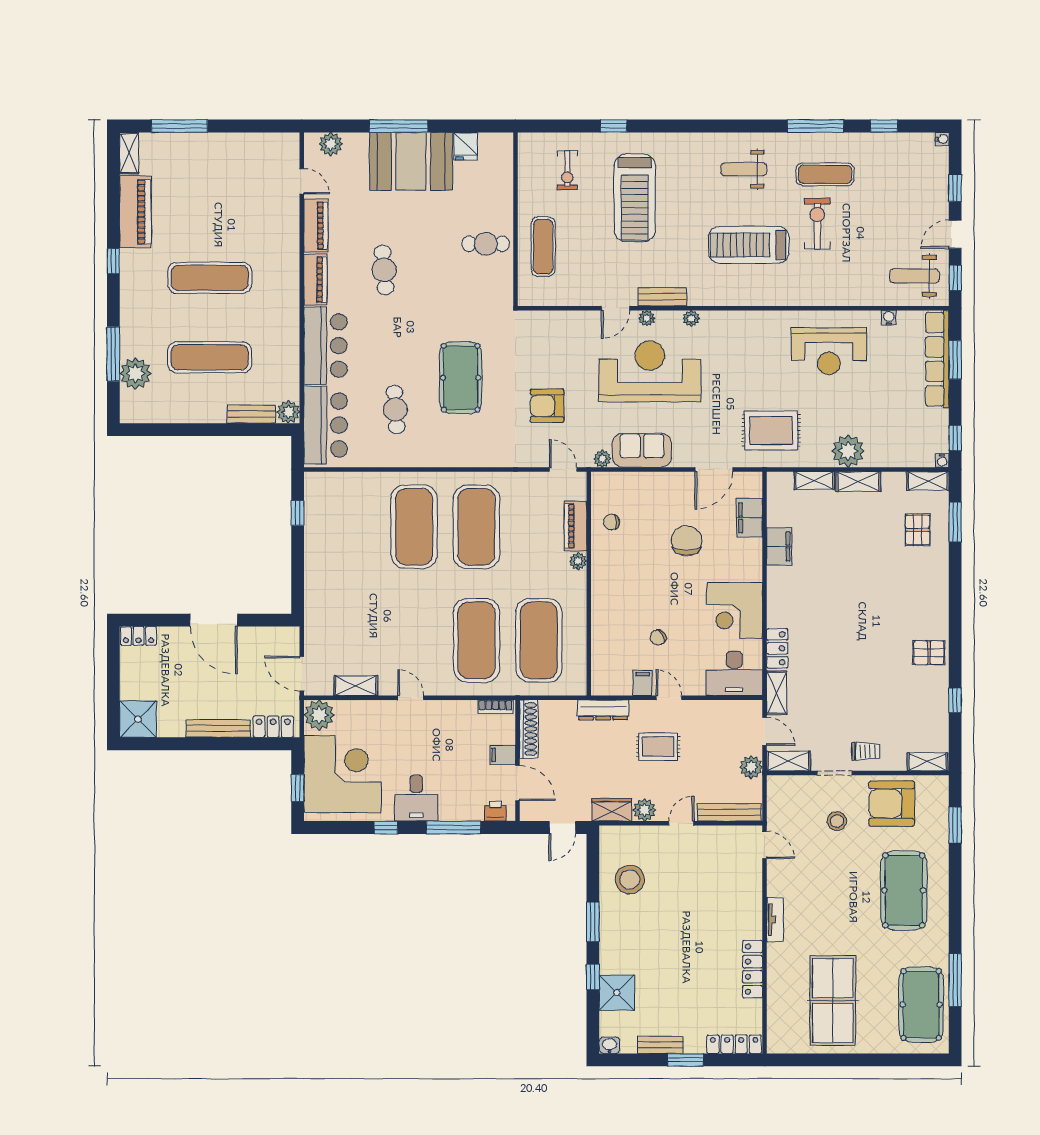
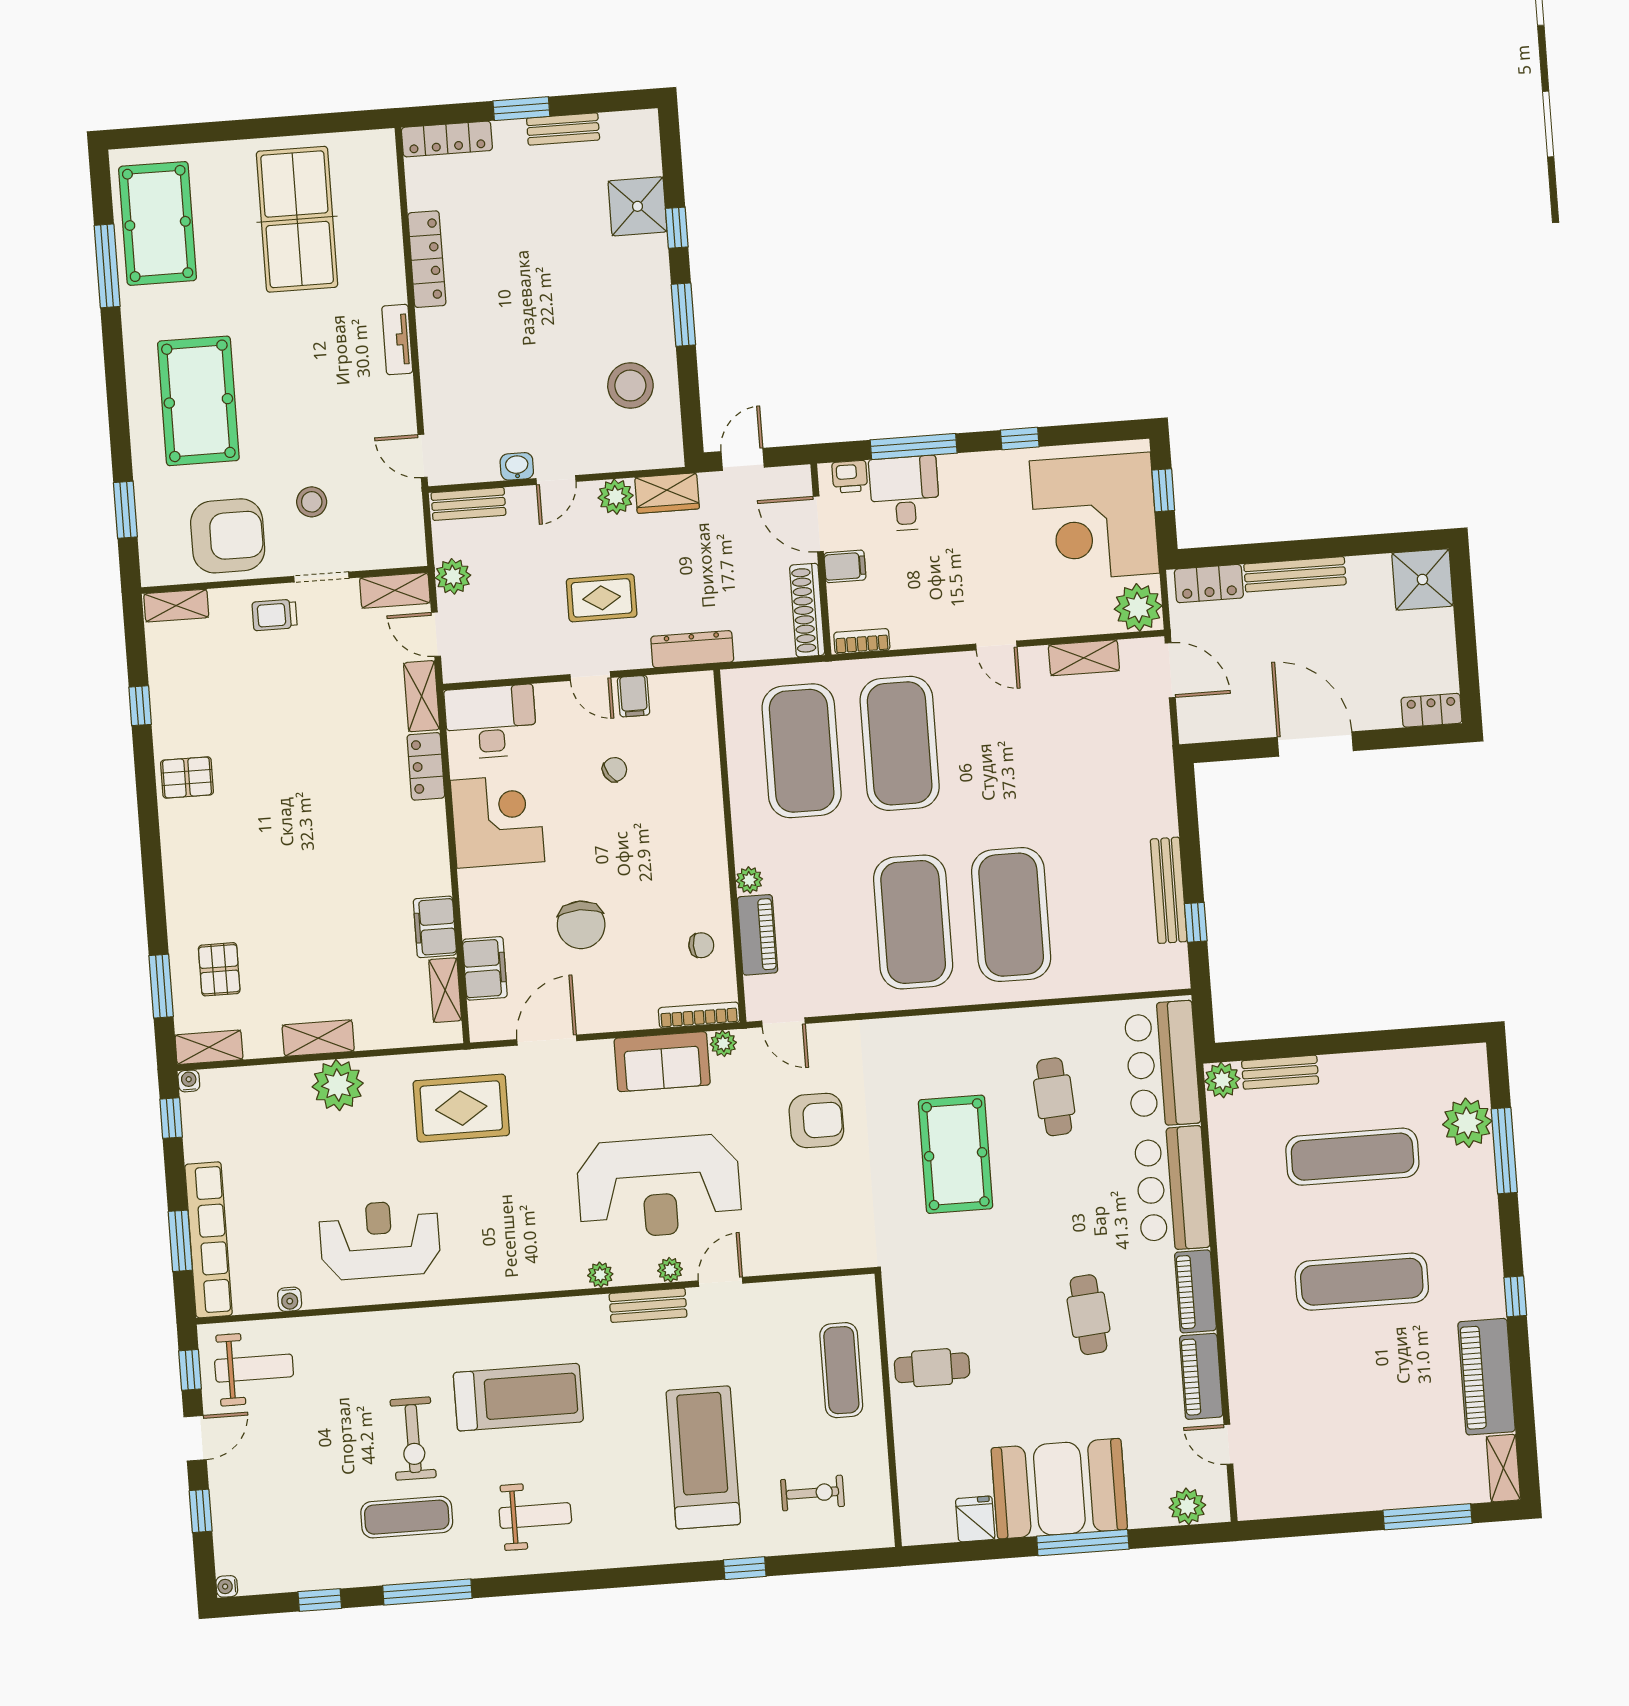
exercise bike: (567, 170) -> (812, 1493), turned 90
bookcase: (616, 478) -> (699, 1015), added
shelving: (814, 481) -> (445, 990), moved, turned 90
bench: (313, 535) -> (1169, 890), added
desk: (416, 798) -> (905, 494), moved
bench: (729, 812) -> (468, 504), width x0.73
washbasin: (610, 1045) -> (517, 466), moved, turned 180

